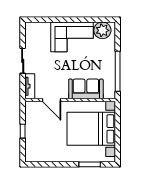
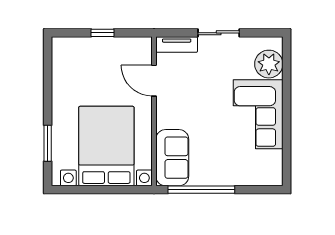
plant: (102, 30) -> (269, 64), moved
sofa: (86, 89) -> (172, 158), moved
door: (52, 100) -> (154, 81), hinge flipped

